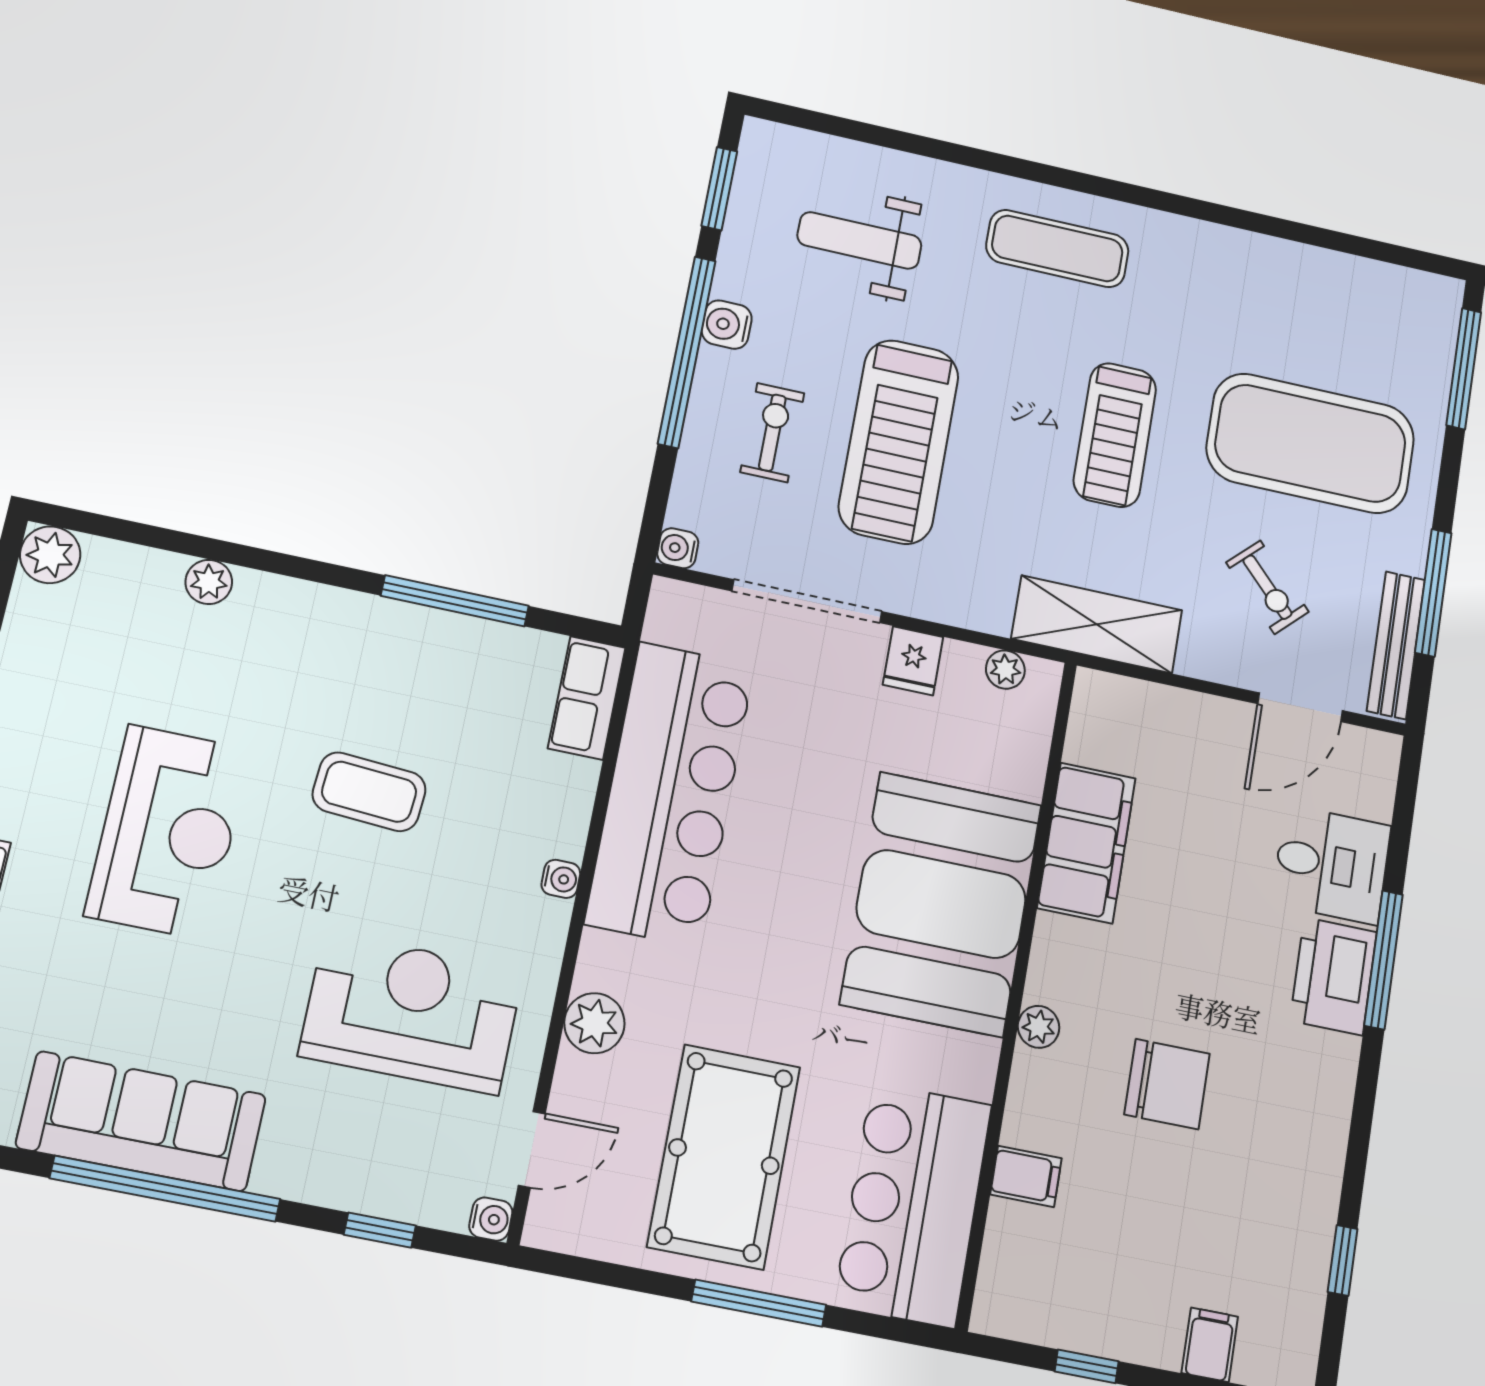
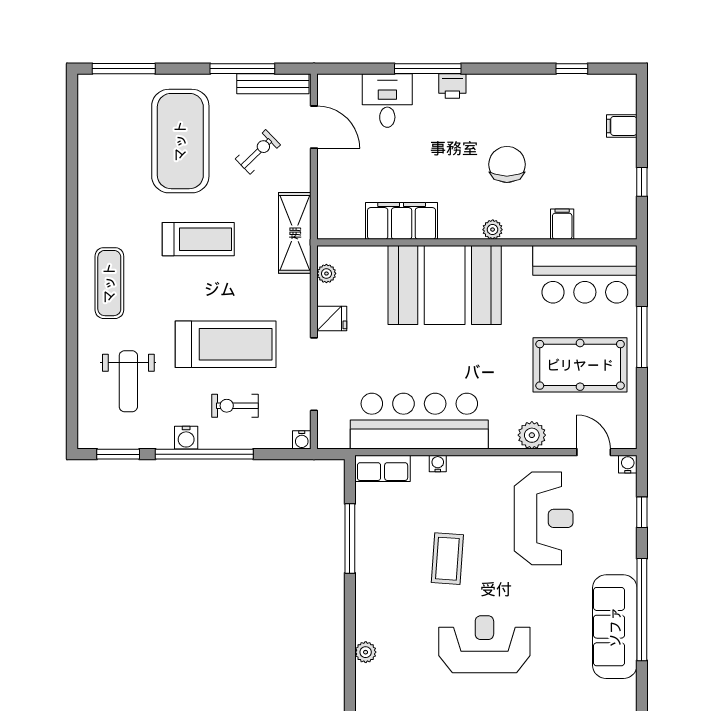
water cooler: (561, 879) -> (438, 464), moved
printer: (1333, 976) -> (452, 86), width x0.53, depth x0.68
reception desk: (411, 1013) -> (544, 518), turned 180

